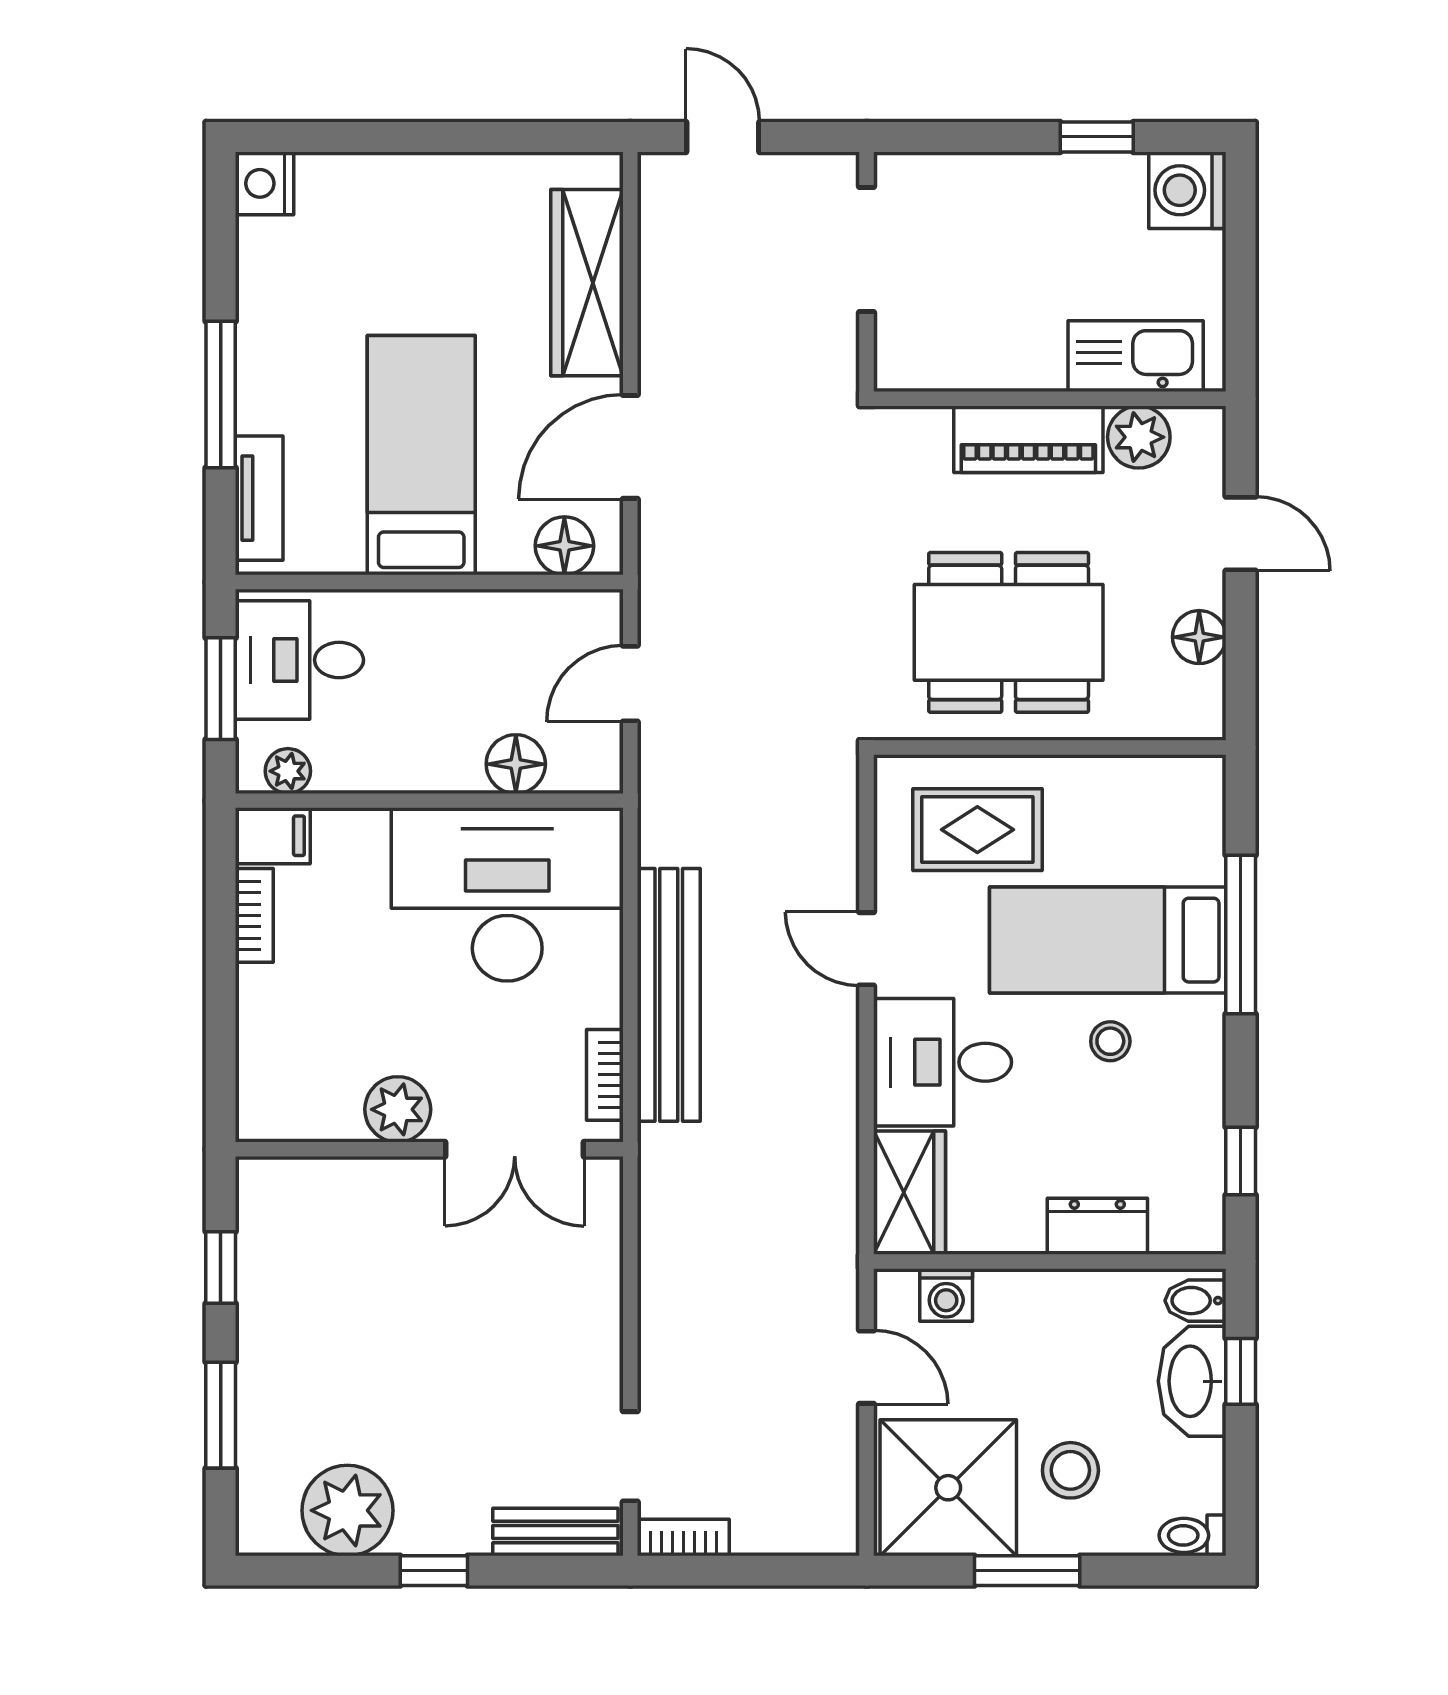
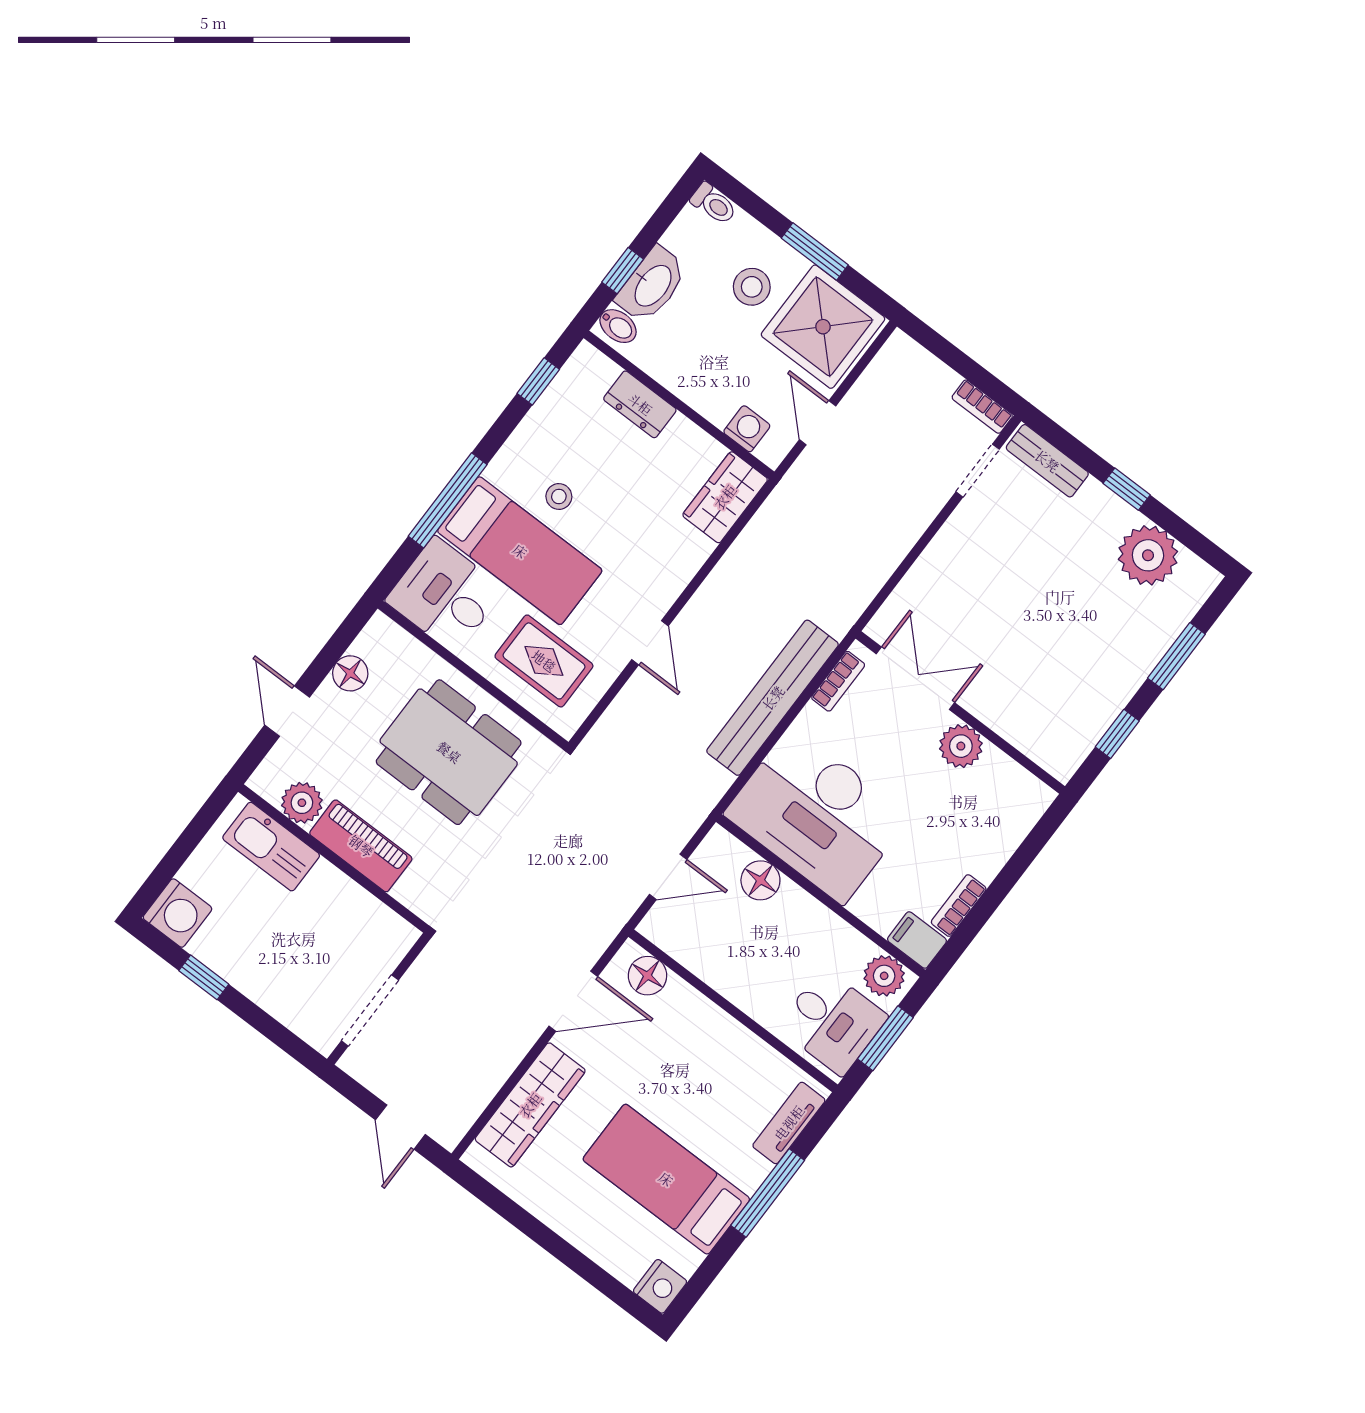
bed: (421, 455) -> (666, 1179), moved, turned 90
plant: (288, 771) -> (884, 976), width x1.38, depth x1.38
desk: (943, 1062) -> (445, 595), moved, turned 180

